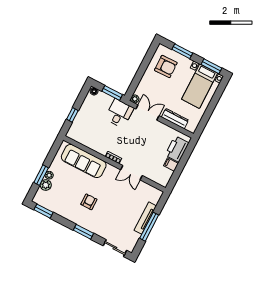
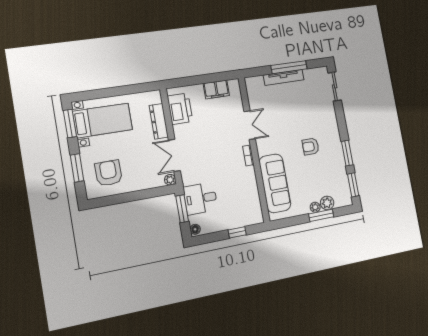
desk: (119, 113) -> (200, 198), moved
printer: (177, 149) -> (180, 109), moved, turned -90
filing cabinet: (171, 165) -> (216, 89), width x2.00
window: (83, 232) -> (347, 153), moved

